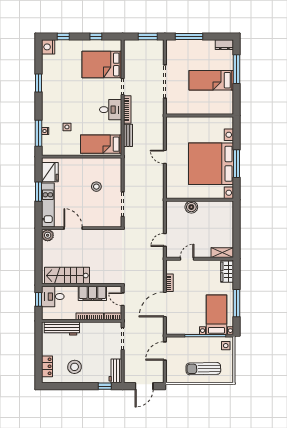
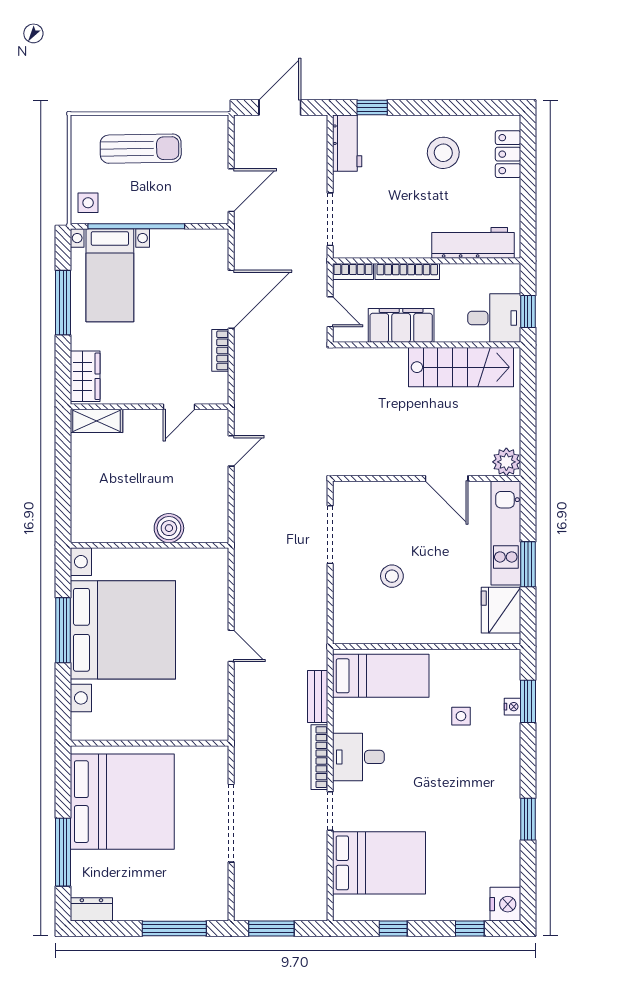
bed: (211, 80) -> (122, 802), width x2.04
window: (38, 133) -> (528, 701), width x0.69

